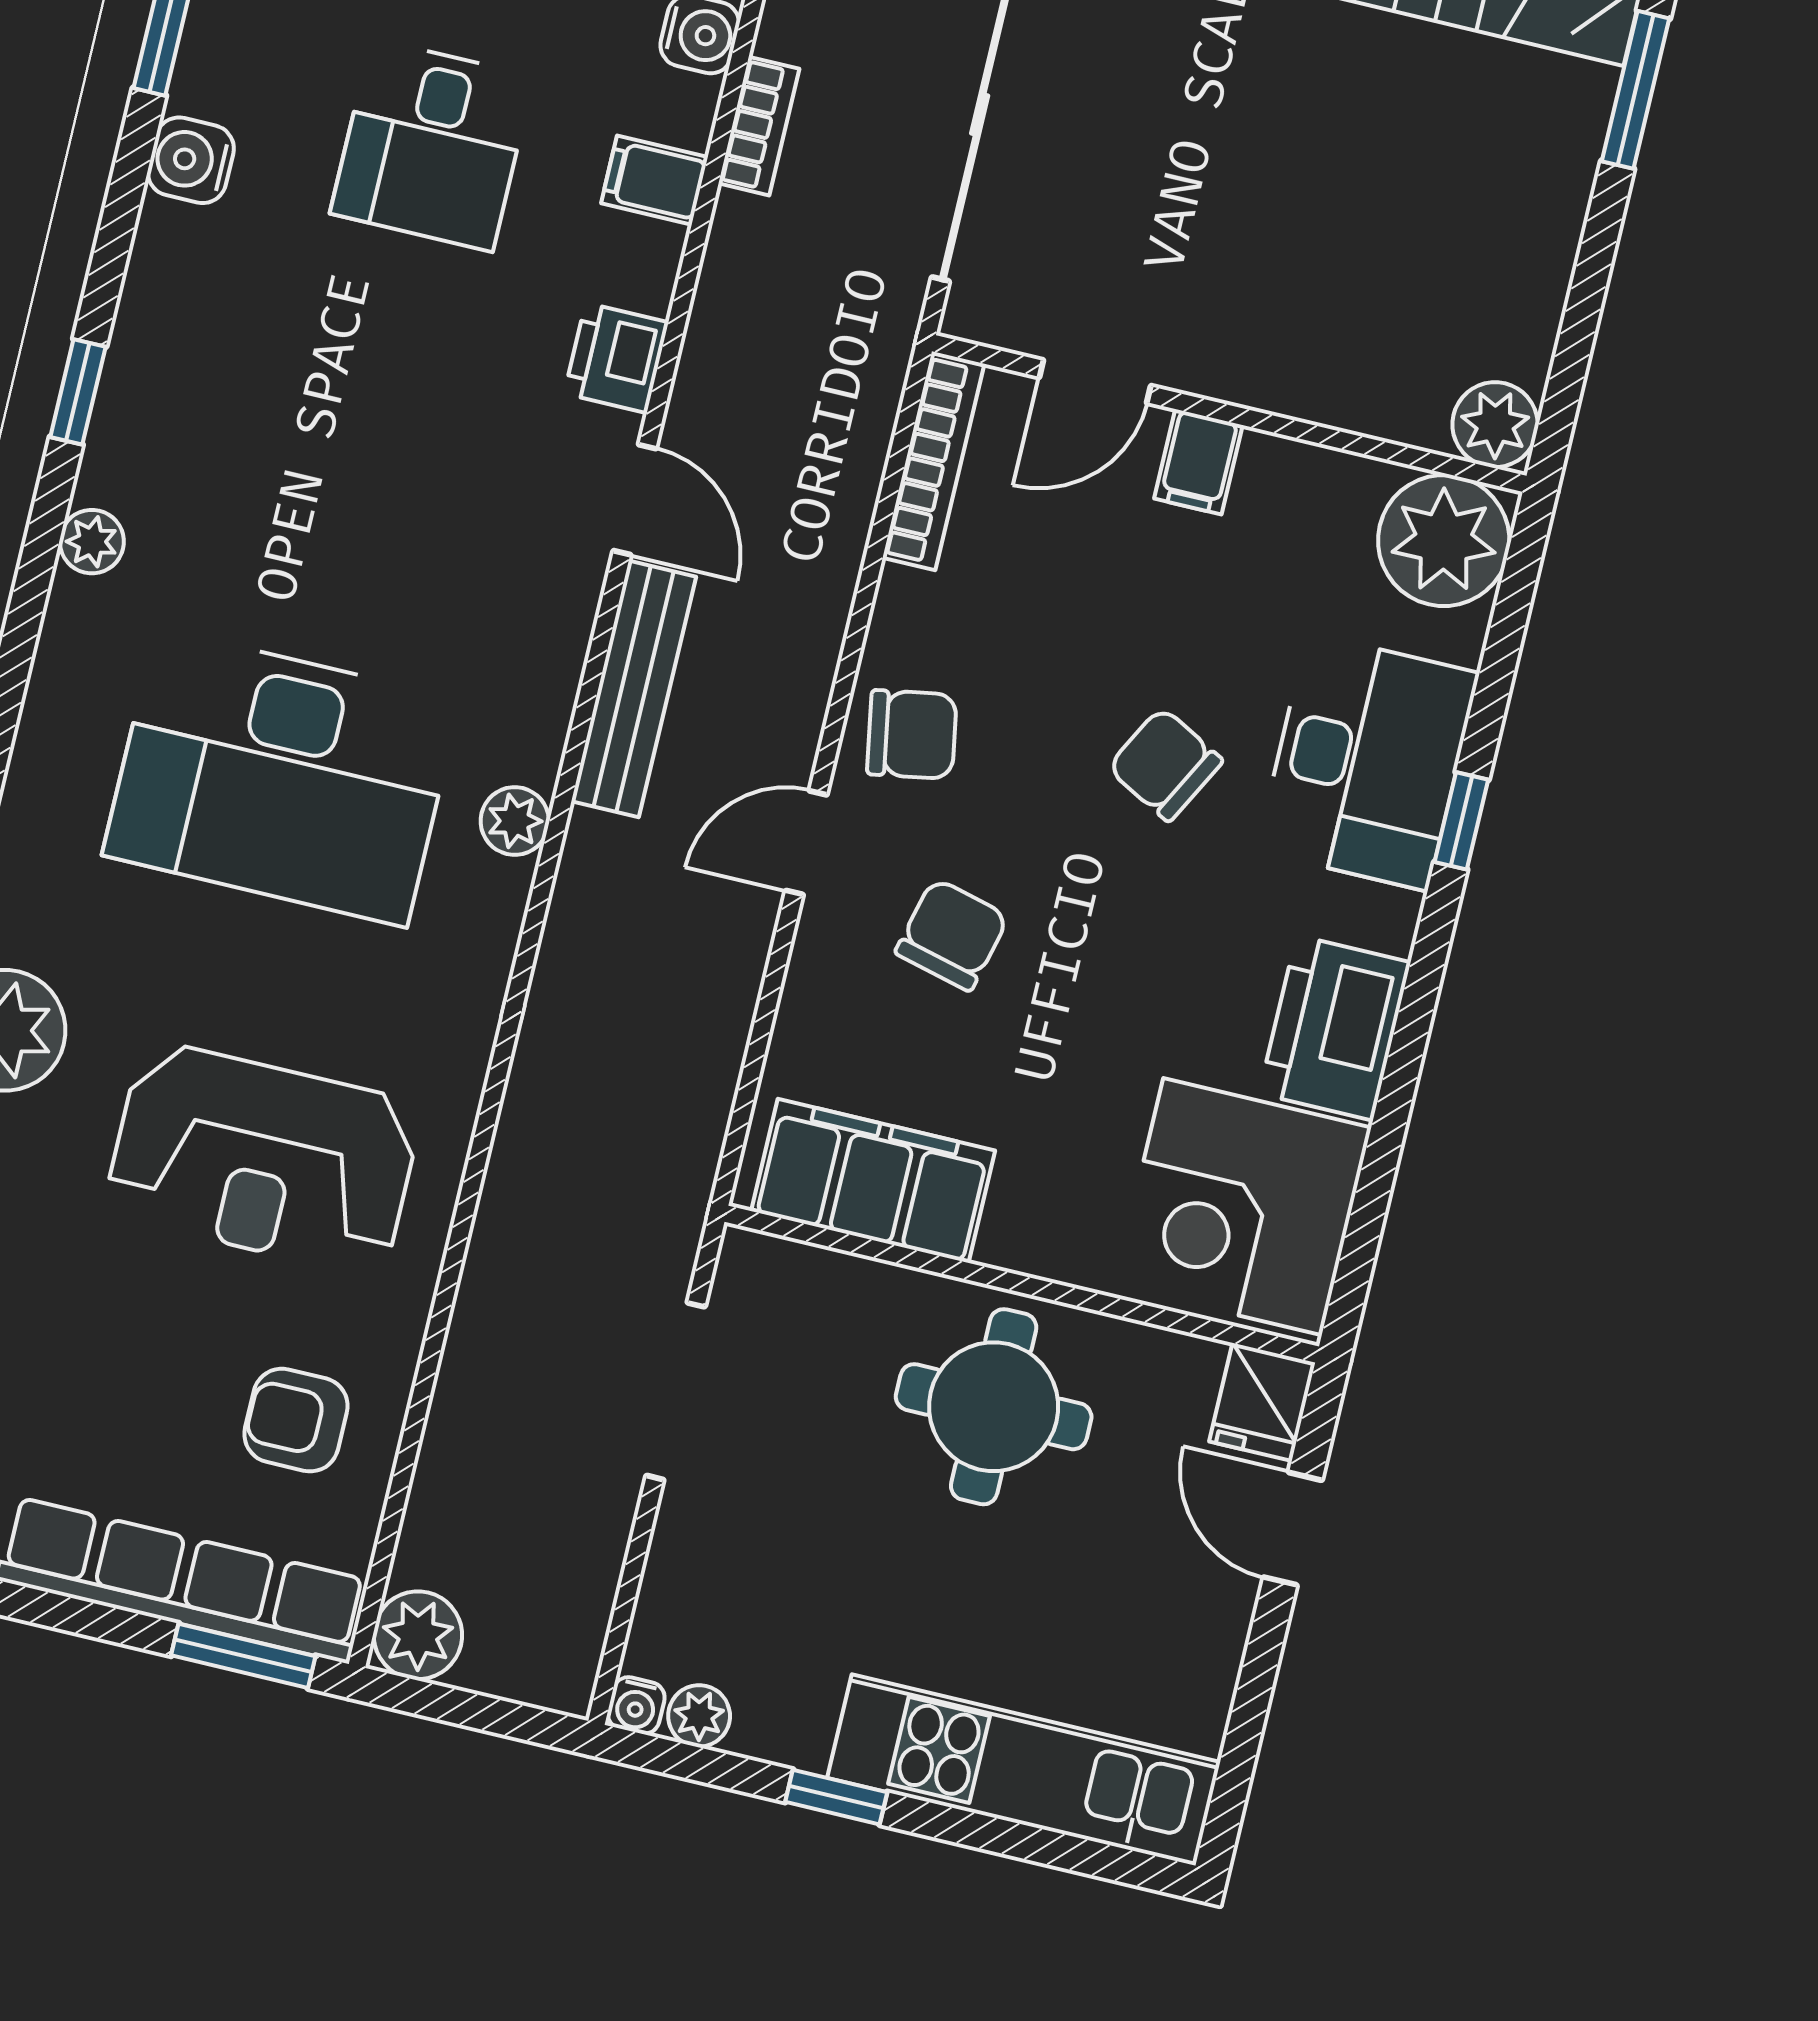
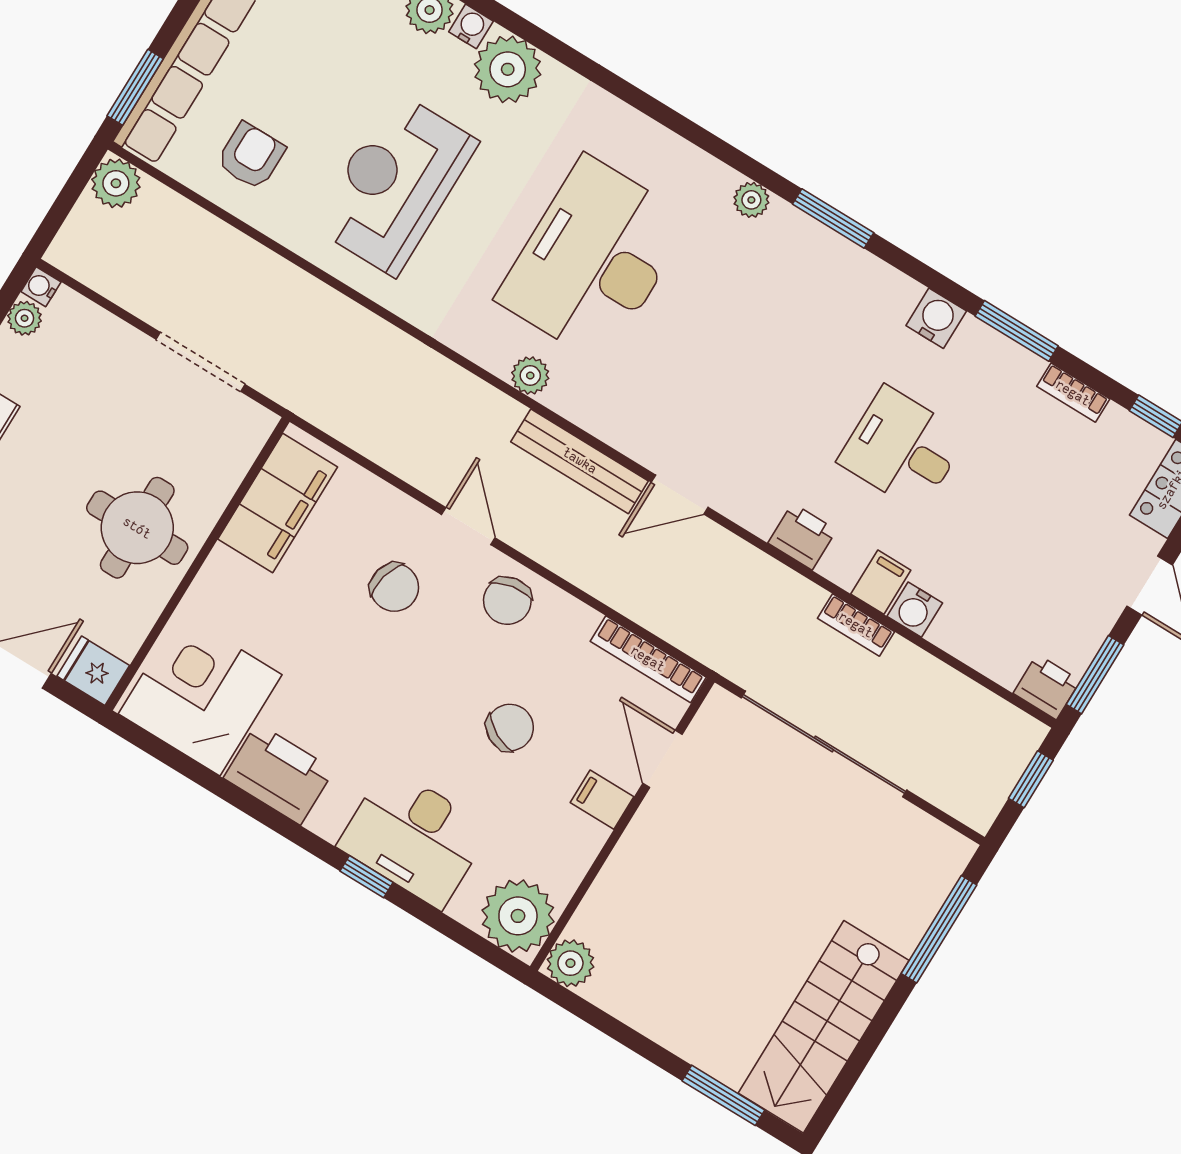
filing cabinet: (654, 180) -> (881, 582), moved
printer: (616, 358) -> (802, 537), moved
window: (78, 392) -> (833, 218), width x1.50
chair: (1165, 764) -> (510, 728), moved

